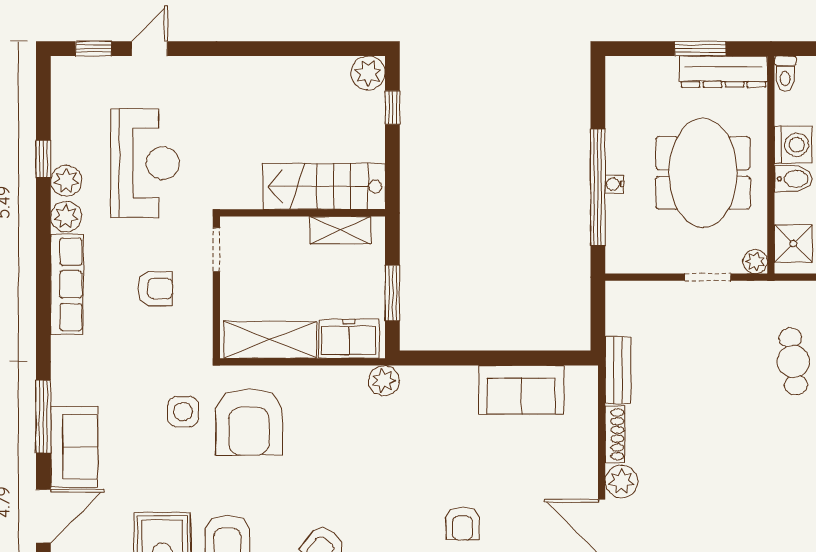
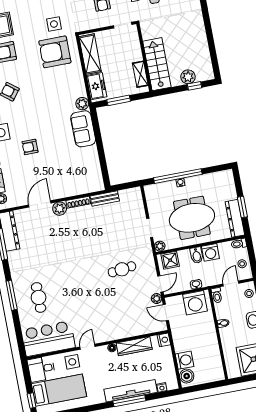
plant: (368, 73) -> (188, 77), moved
sofa: (521, 390) -> (83, 129), moved

